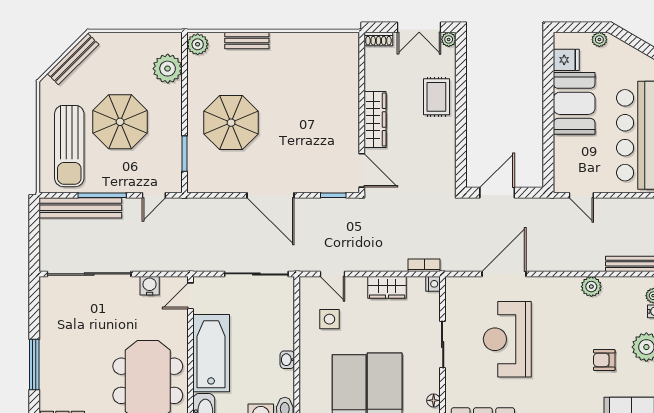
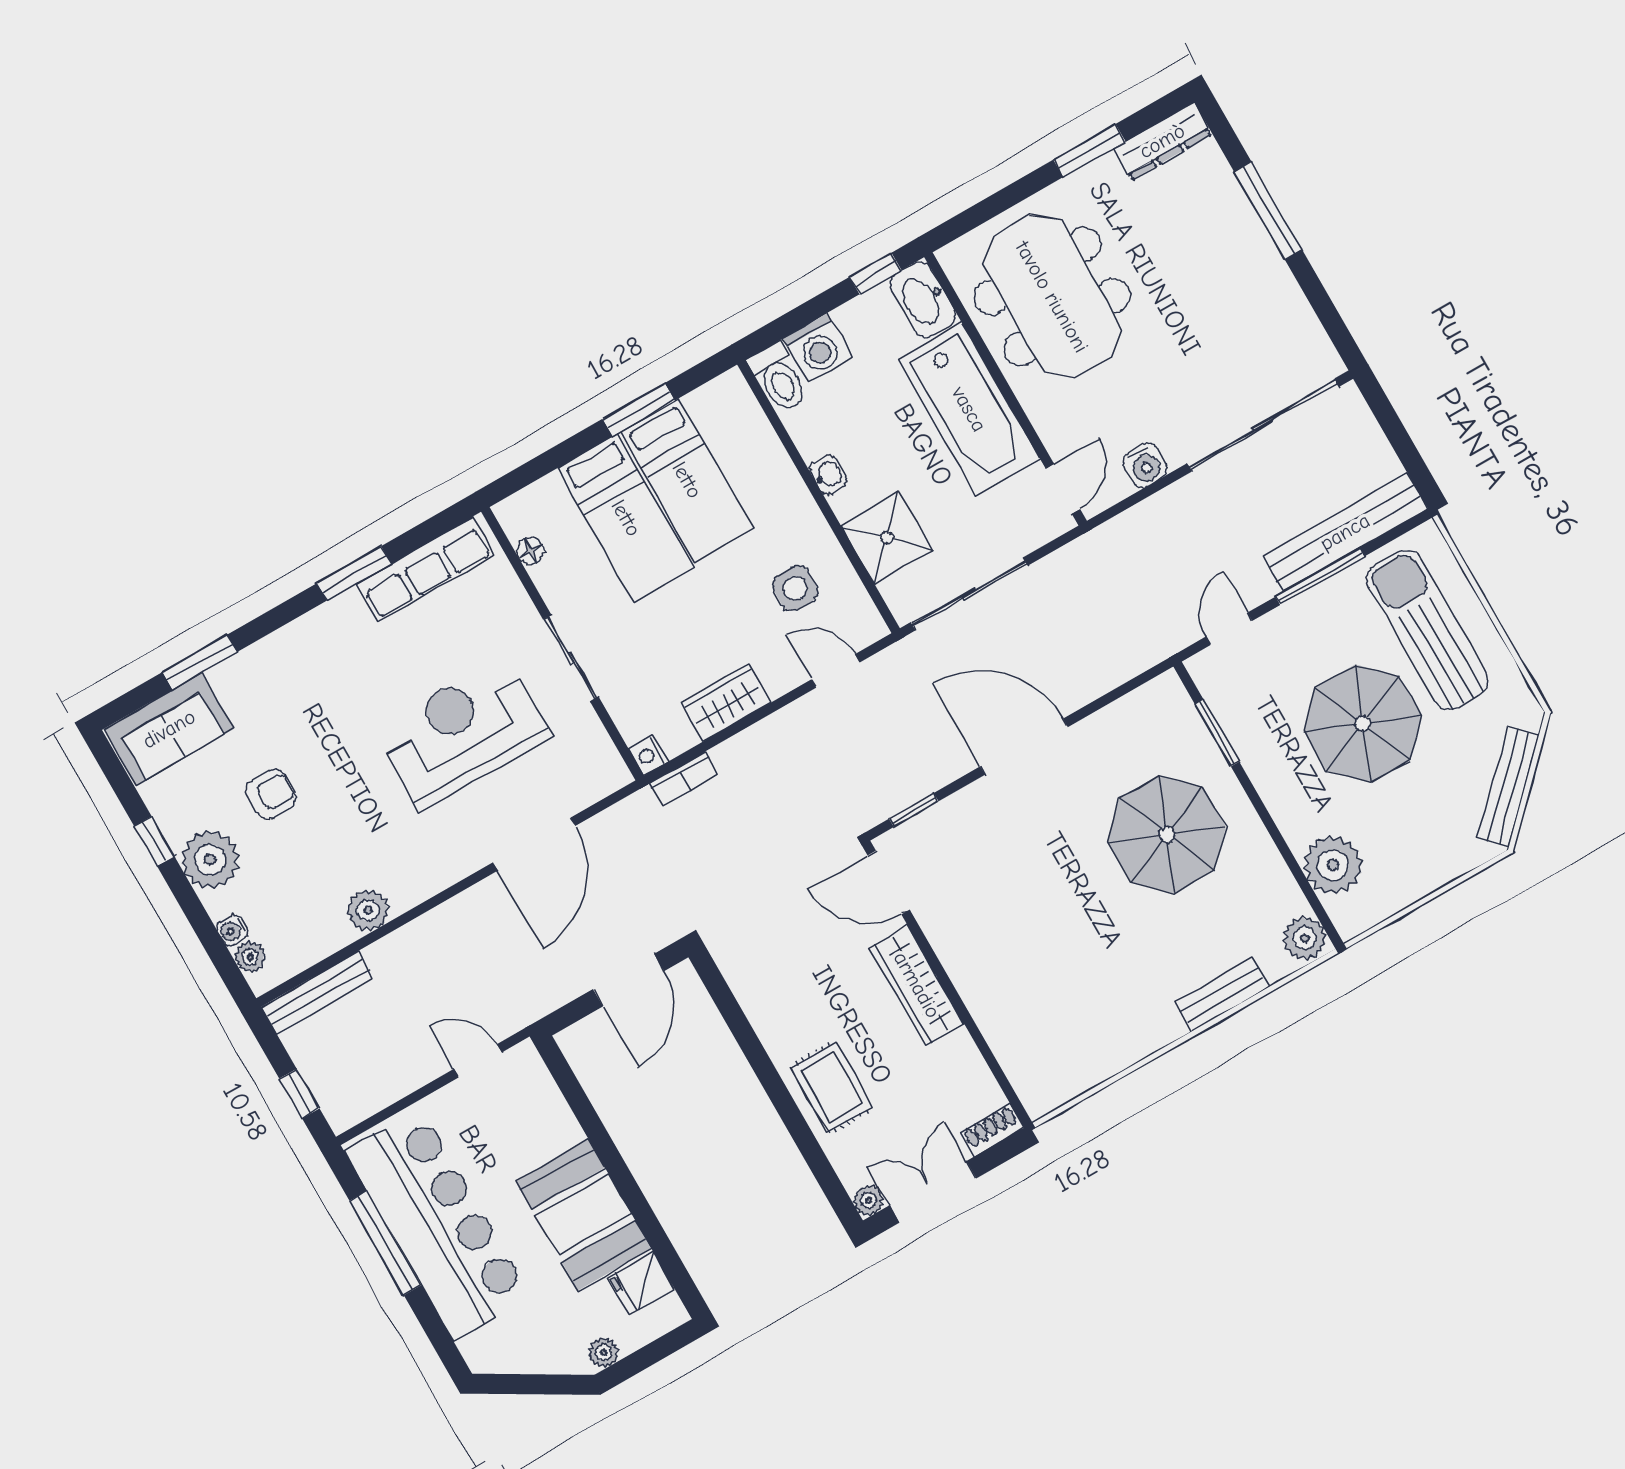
shower: (278, 318) -> (887, 538), added
reception desk: (507, 339) -> (462, 733), turned -90

